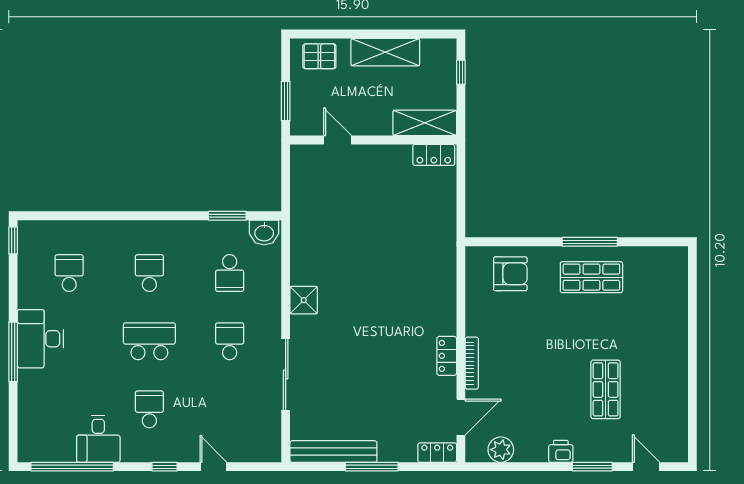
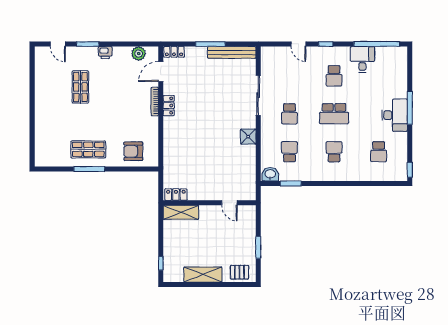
shelving: (425, 123) -> (181, 212), moved
door: (338, 140) -> (229, 203), moved
wall: (373, 140) -> (210, 203), moved
locker: (434, 155) -> (176, 195), moved
school desk: (149, 273) -> (334, 152), turned 180

